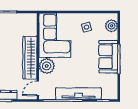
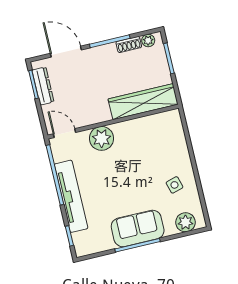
corner sofa: (55, 35) -> (151, 140), removed
wardrobe: (30, 58) -> (143, 102), moved

